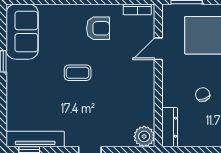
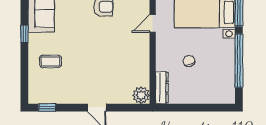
coffee table: (78, 73) -> (50, 61), moved
tv unit: (35, 139) -> (52, 97), removed

